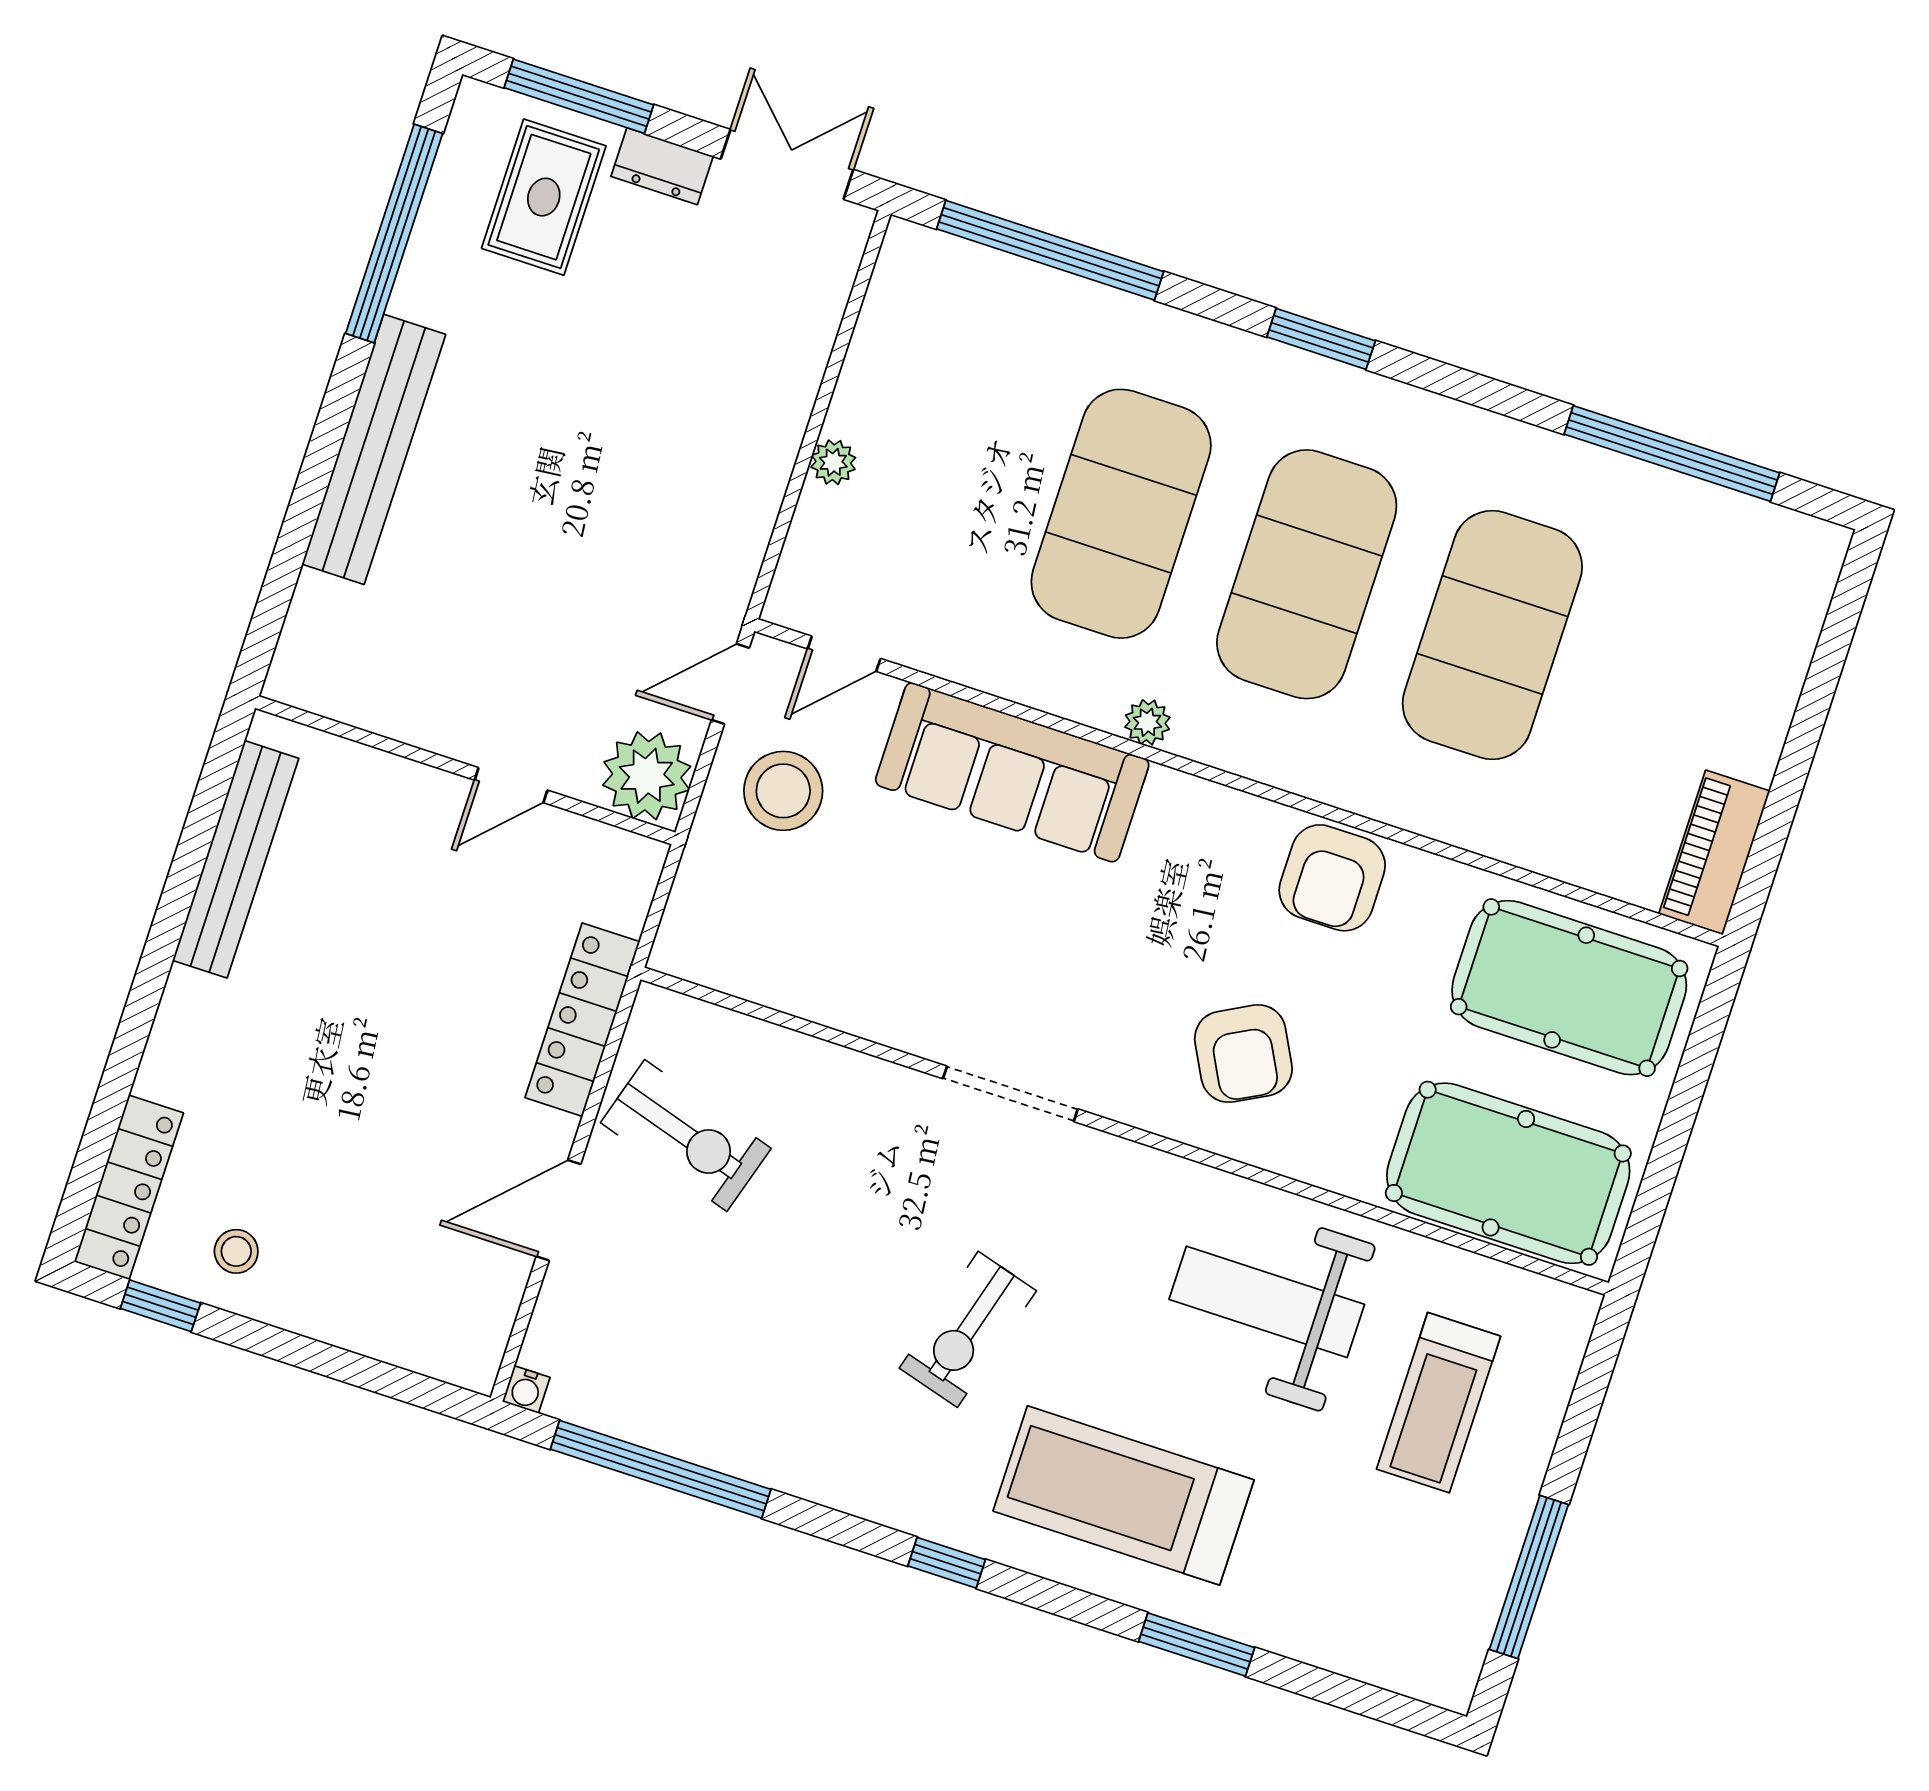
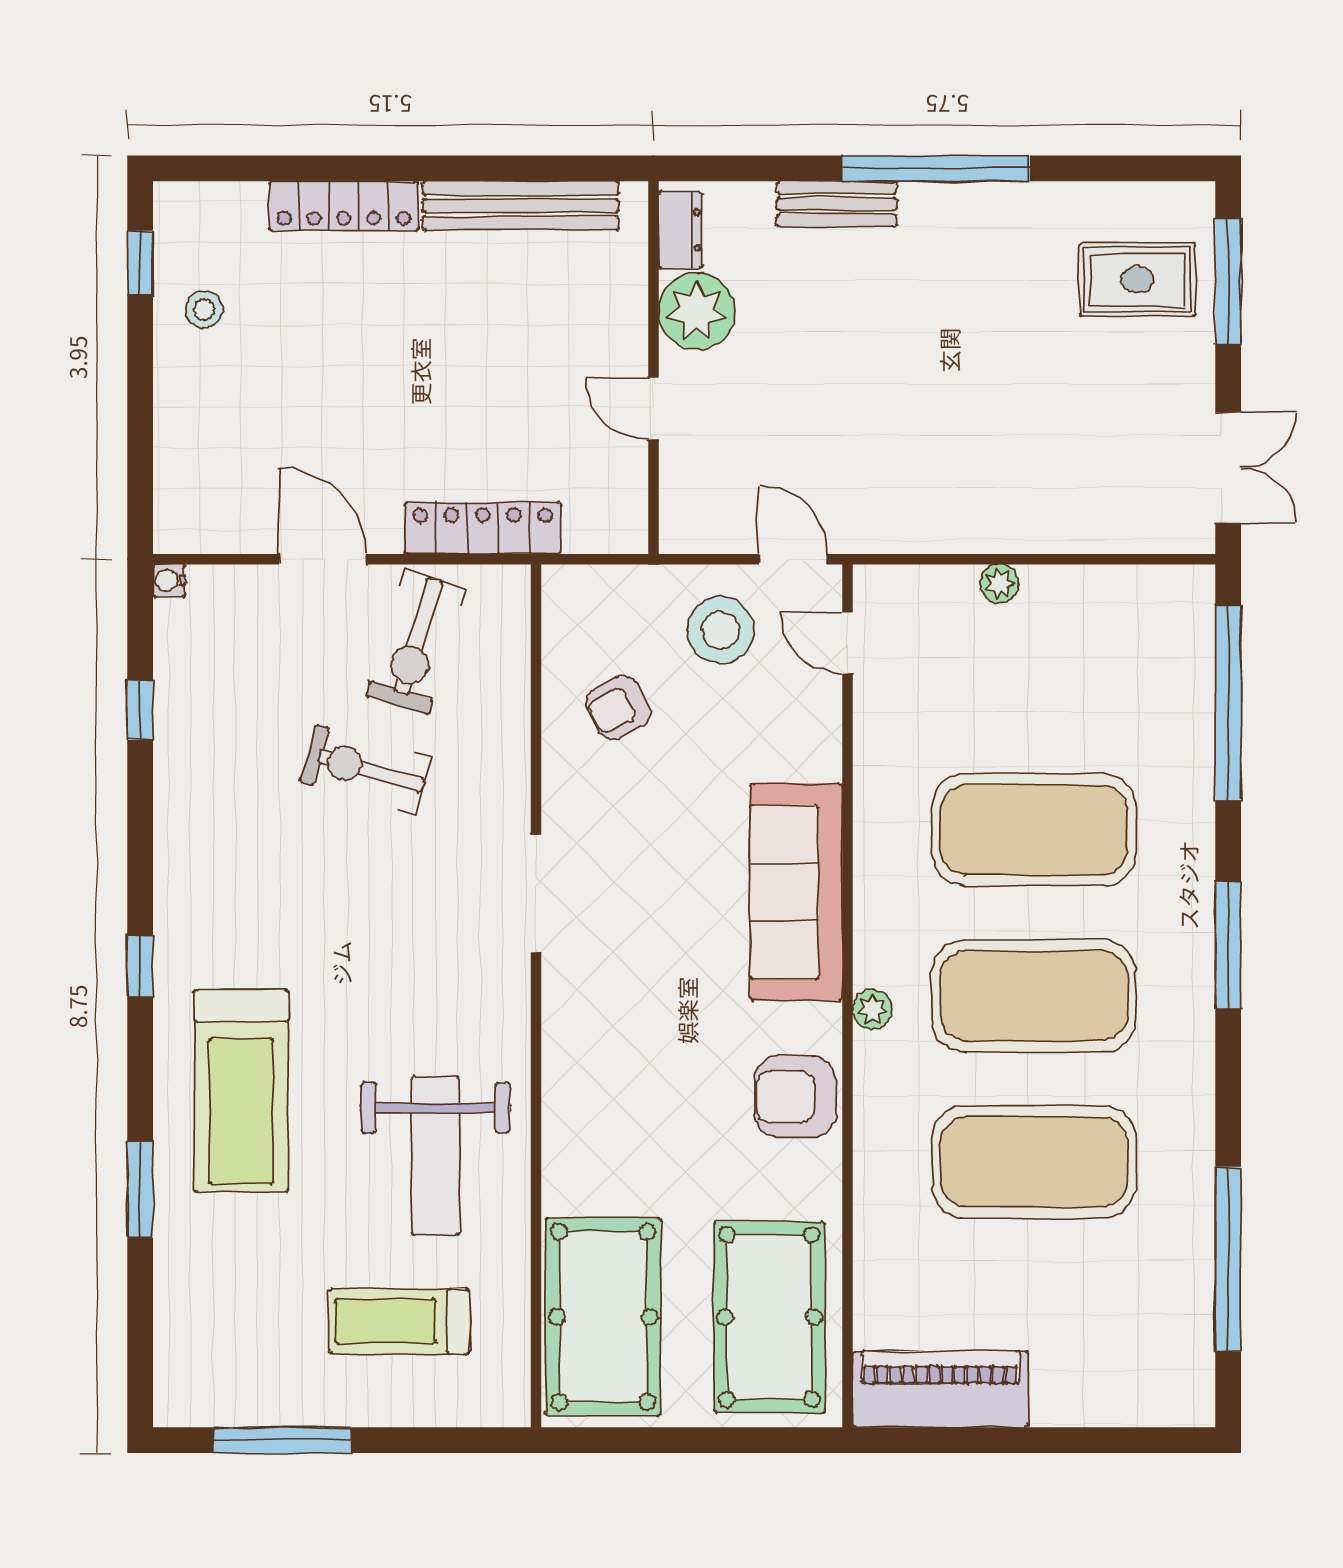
dresser: (662, 166) -> (680, 230), moved, turned 180
window: (394, 234) -> (936, 168), moved
window: (1321, 339) -> (1228, 945), width x1.44
bench: (374, 449) -> (837, 204), width x0.54, depth x0.82
plant: (1147, 722) -> (872, 1009), moved
sofa: (1012, 772) -> (796, 892), moved
plant: (647, 776) -> (697, 311), moved
piano: (1714, 852) -> (940, 1389), width x1.37, depth x1.33
armchair: (1243, 1054) -> (618, 708), moved, width x0.72, depth x0.72
locker: (129, 1187) -> (344, 206), moved
weight bench: (1267, 1302) -> (435, 1156), turned 180
exercise bike: (968, 1329) -> (365, 769), moved
window: (661, 1469) -> (140, 710), width x0.32
treadmill: (1124, 1495) -> (241, 1091), turned 180

